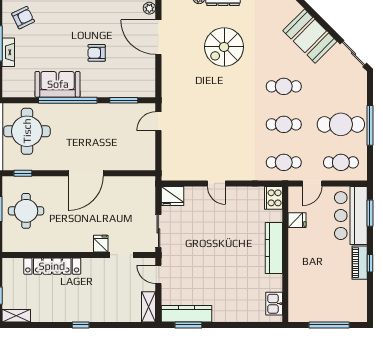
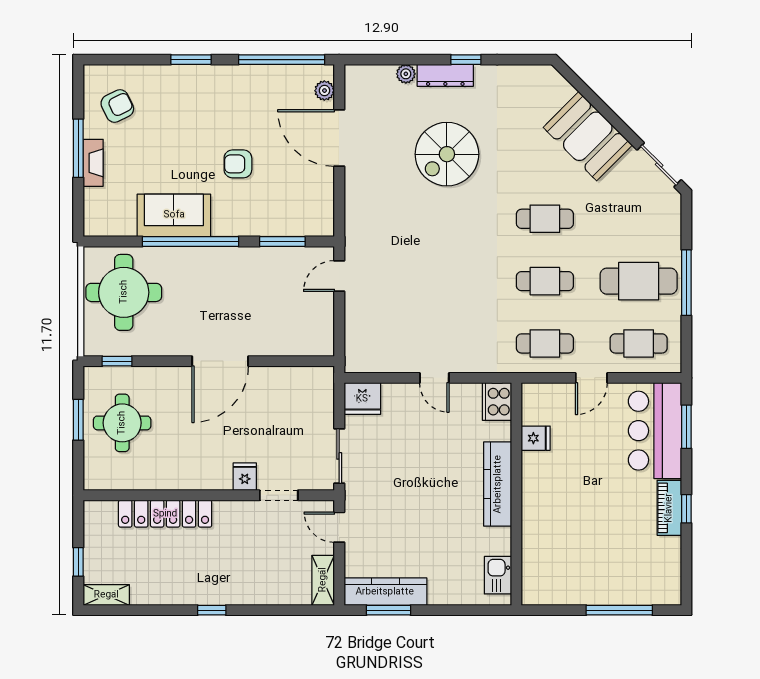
cooker: (274, 198) -> (497, 402), moved
fridge: (297, 220) -> (536, 438), moved
kitchen counter: (274, 248) -> (498, 484), moved
wall: (285, 254) -> (516, 494), moved
kitchen sink: (274, 304) -> (498, 575), moved

